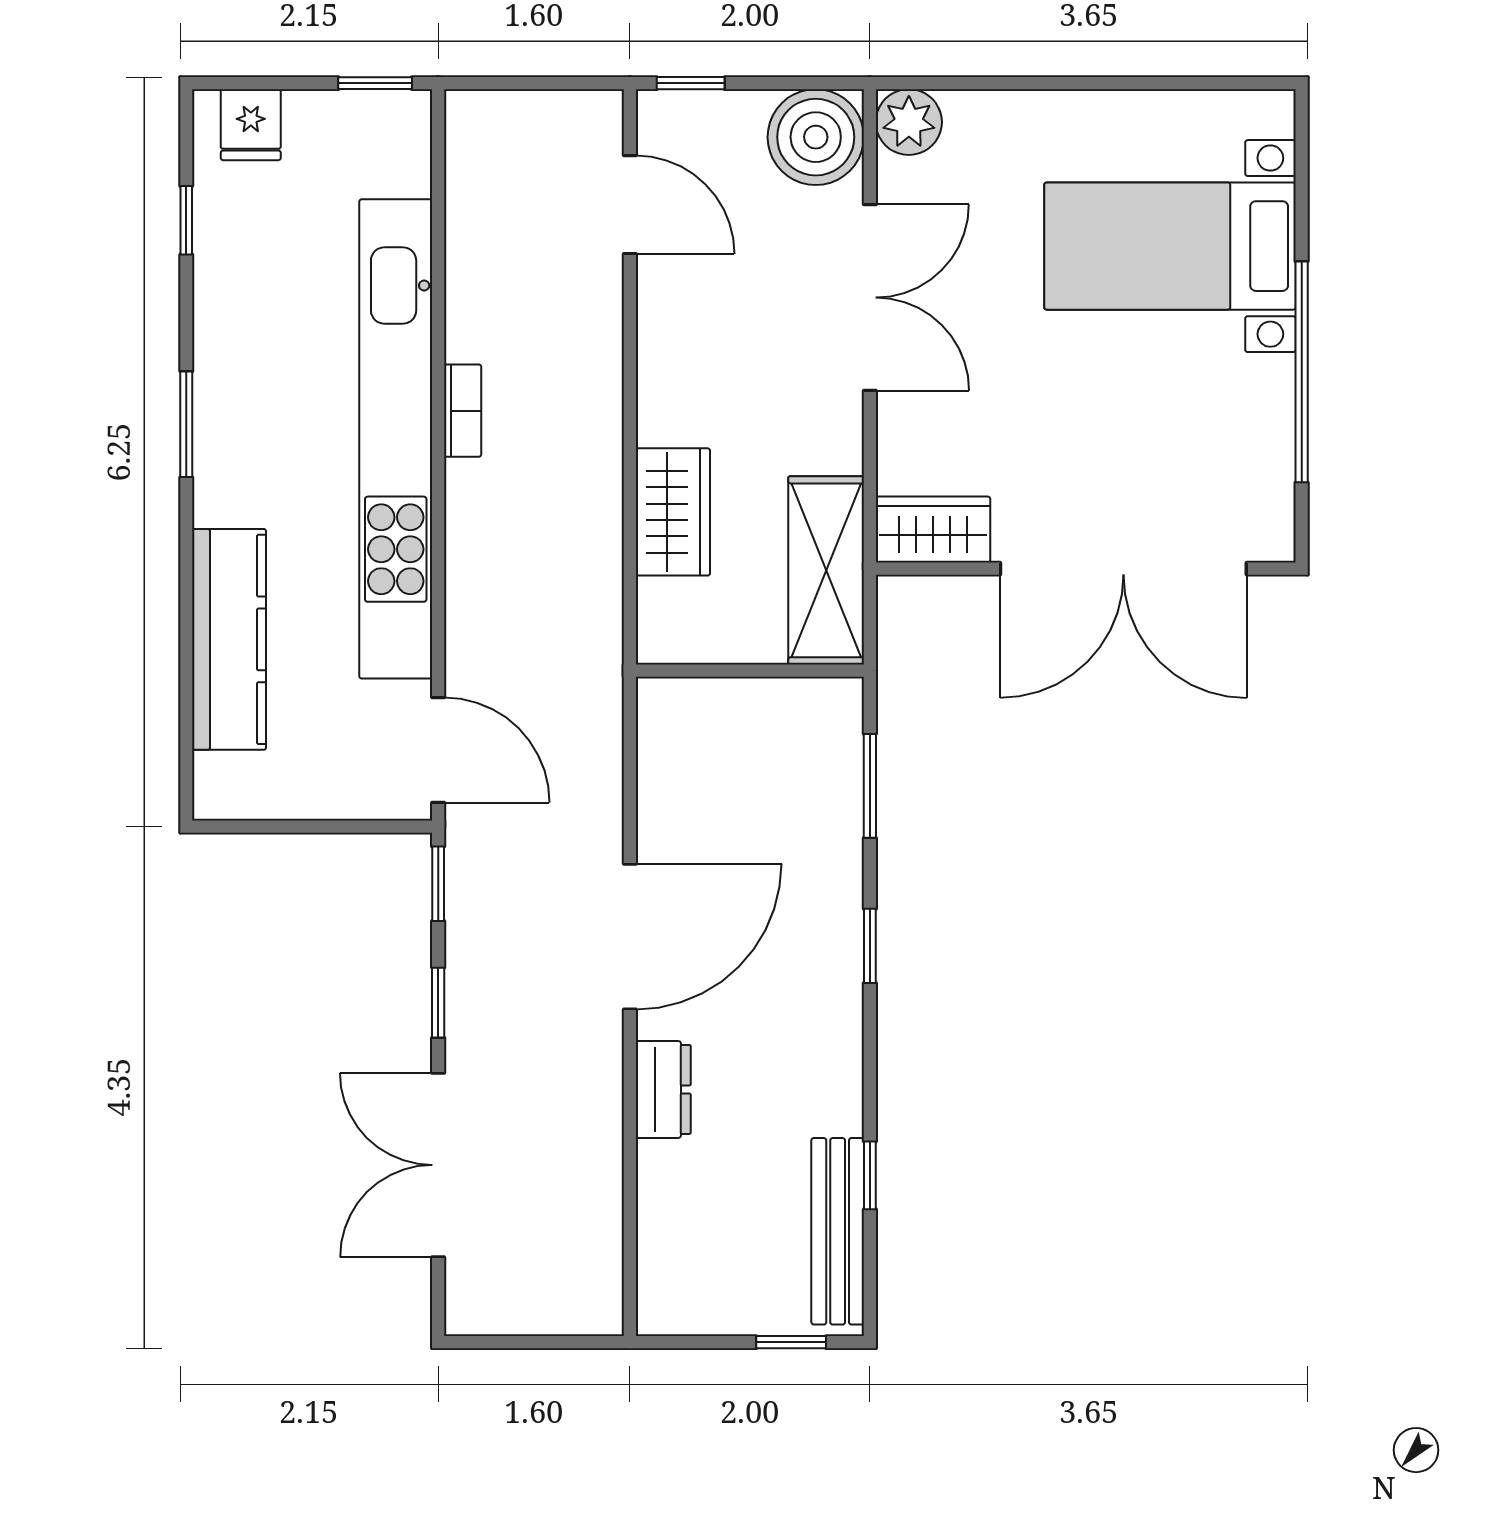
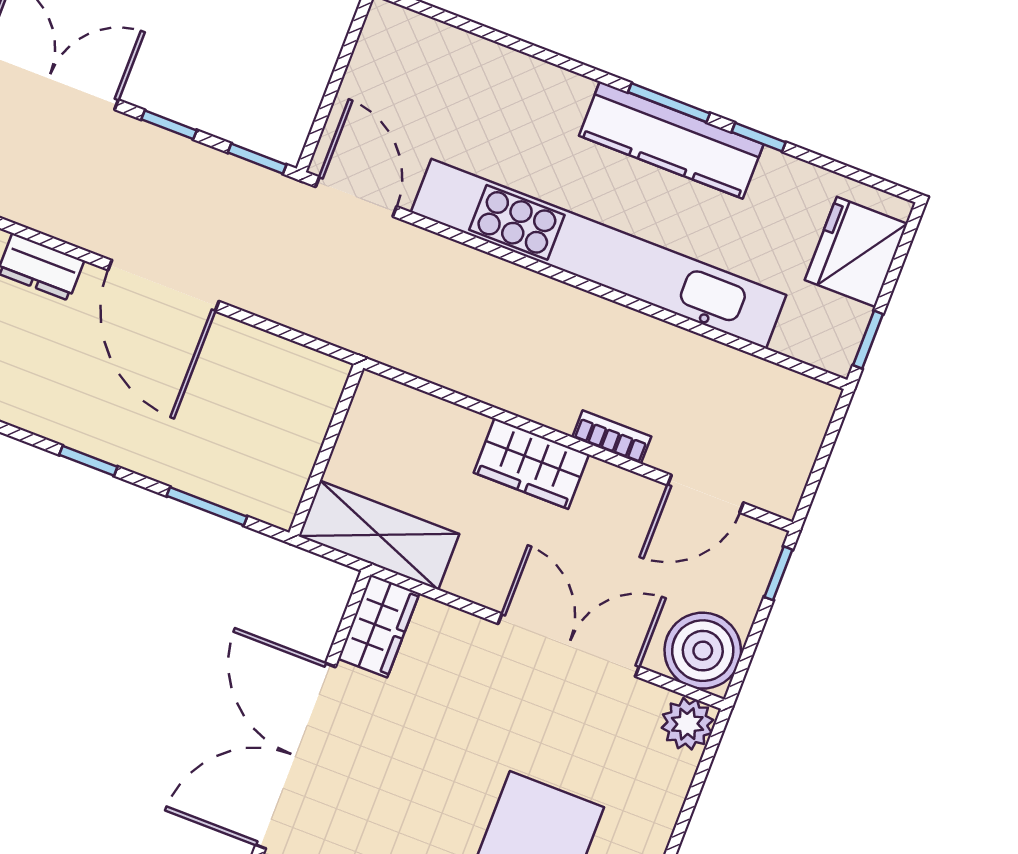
fridge: (251, 125) -> (856, 252), width x1.88, depth x1.34
window: (186, 220) -> (759, 137), moved
double door: (870, 297) -> (569, 645), swing flipped
bookcase: (463, 411) -> (612, 437), moved, turned 180
wardrobe: (673, 512) -> (531, 464), moved
kitchen counter: (229, 639) -> (671, 140), moved
door: (438, 750) -> (356, 197), swing flipped

